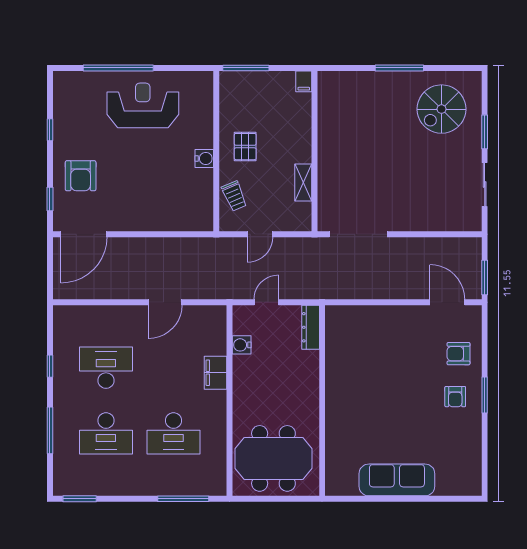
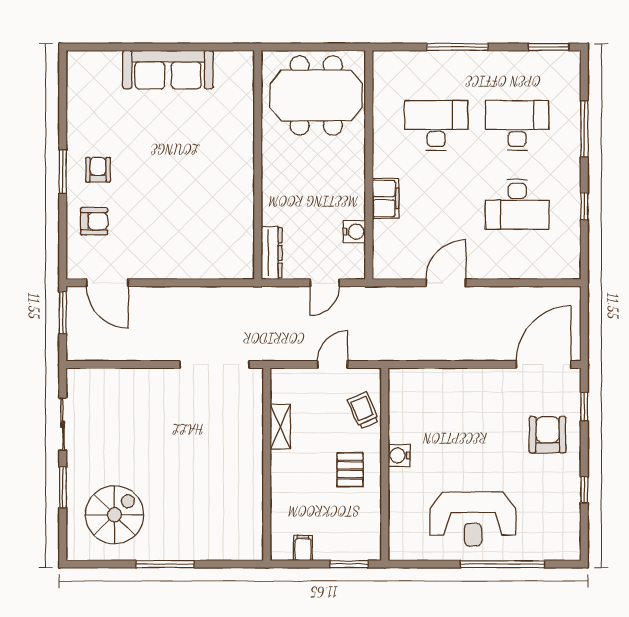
window: (246, 68) -> (349, 564), width x0.69
filing cabinet: (304, 81) -> (303, 548), moved
window: (183, 499) -> (457, 47), moved

